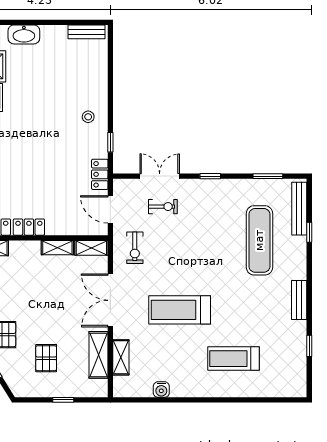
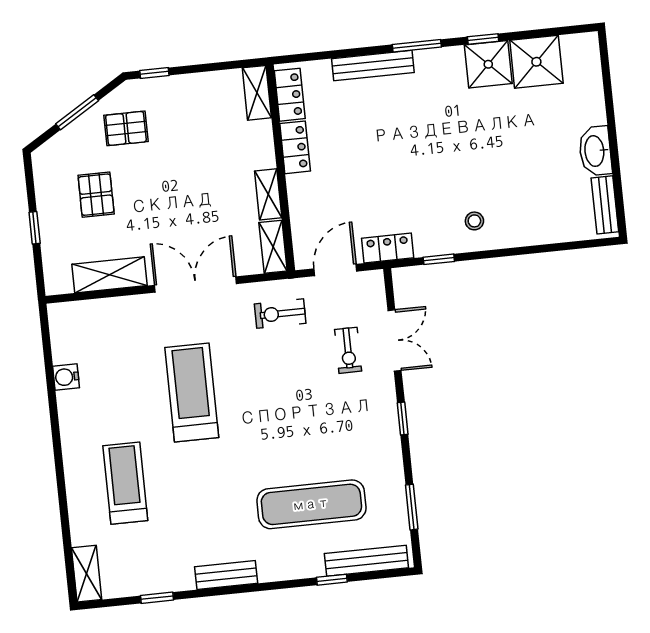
washbasin: (24, 34) -> (595, 151), moved
shelving: (121, 357) -> (87, 574), moved, turned 90
pallet: (46, 358) -> (96, 195), turned 90

